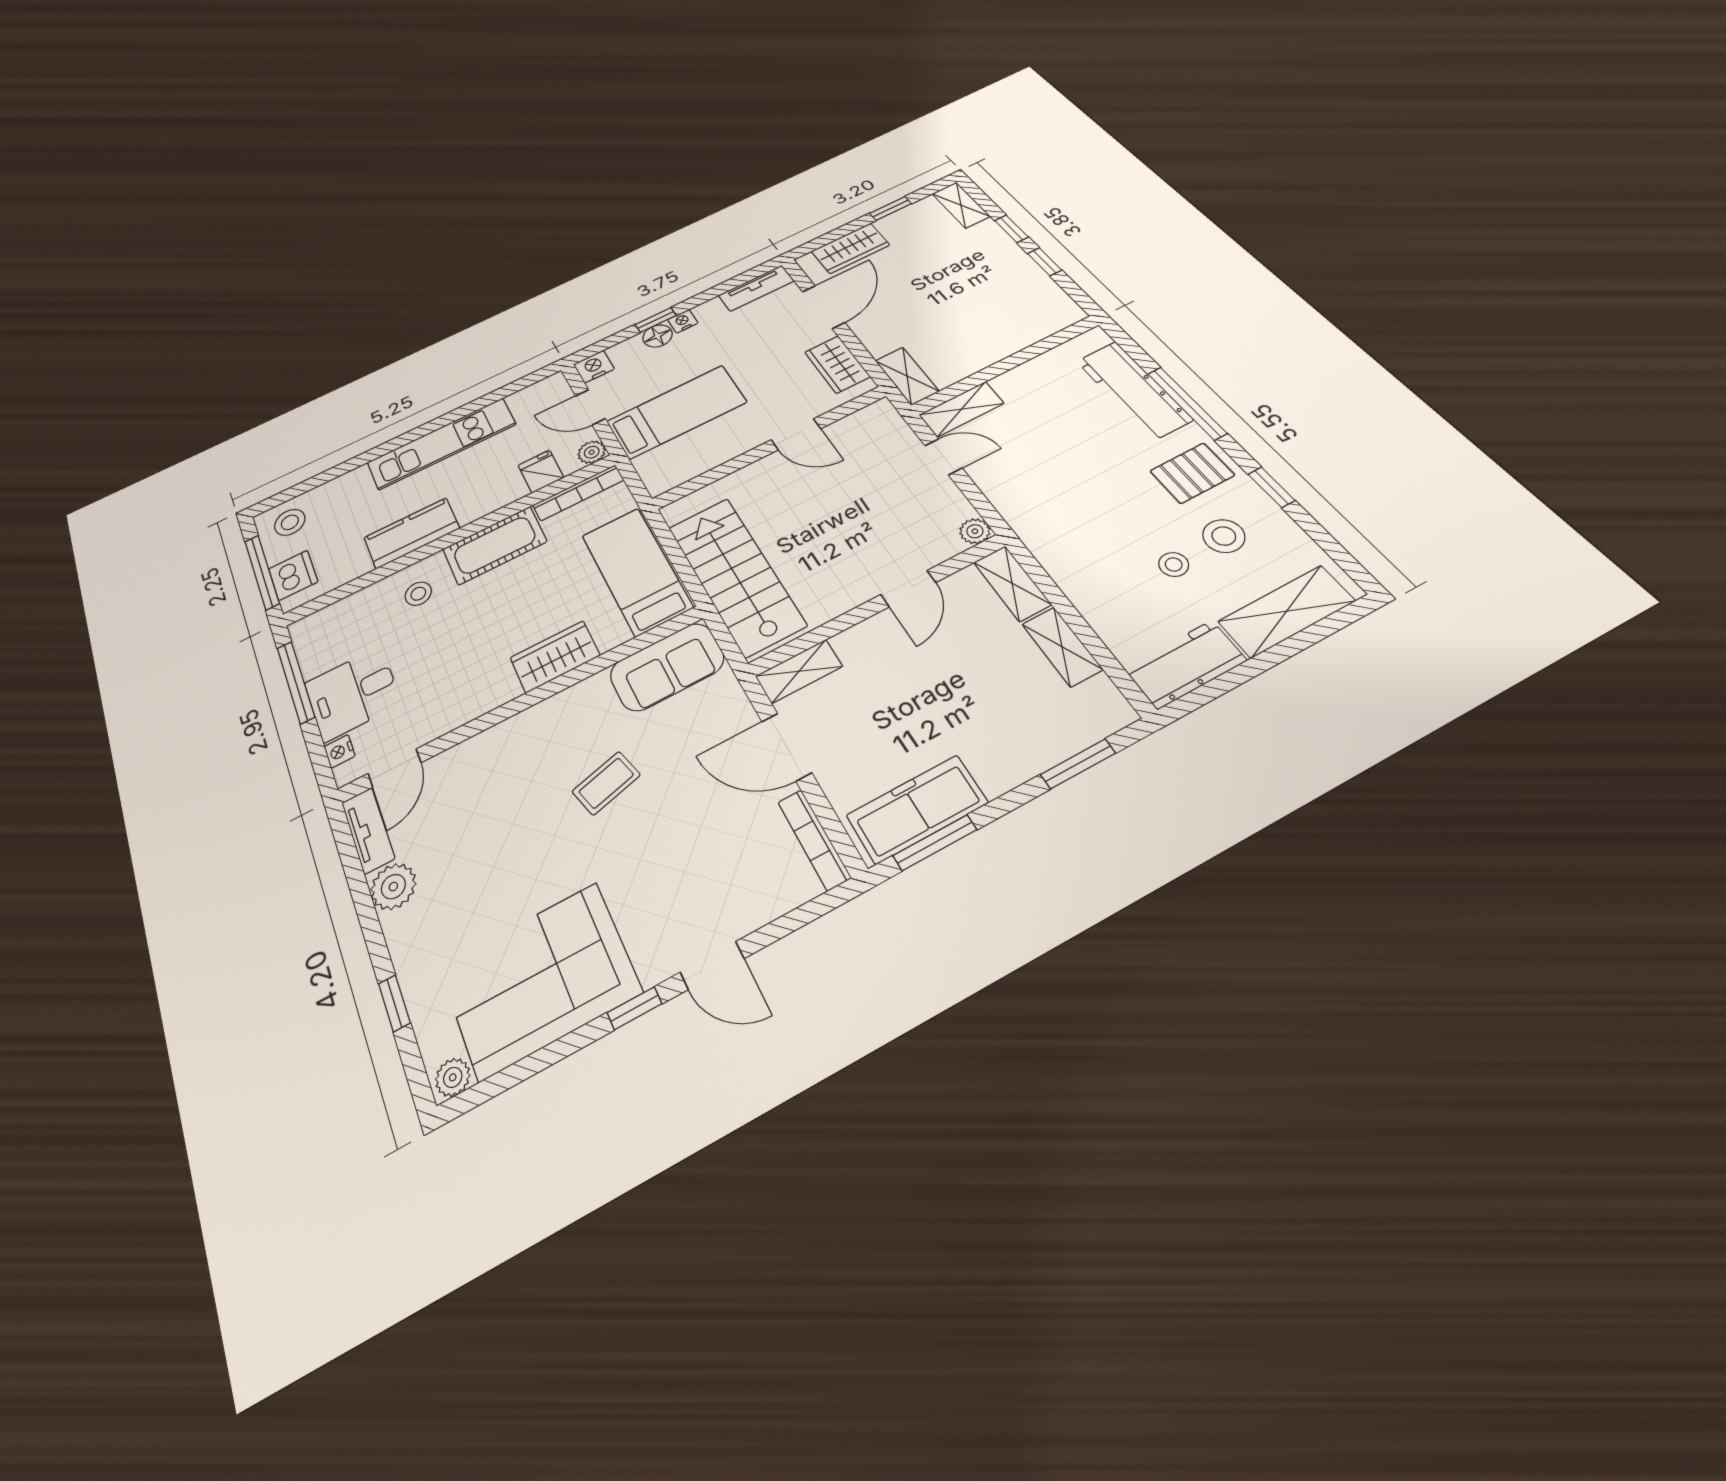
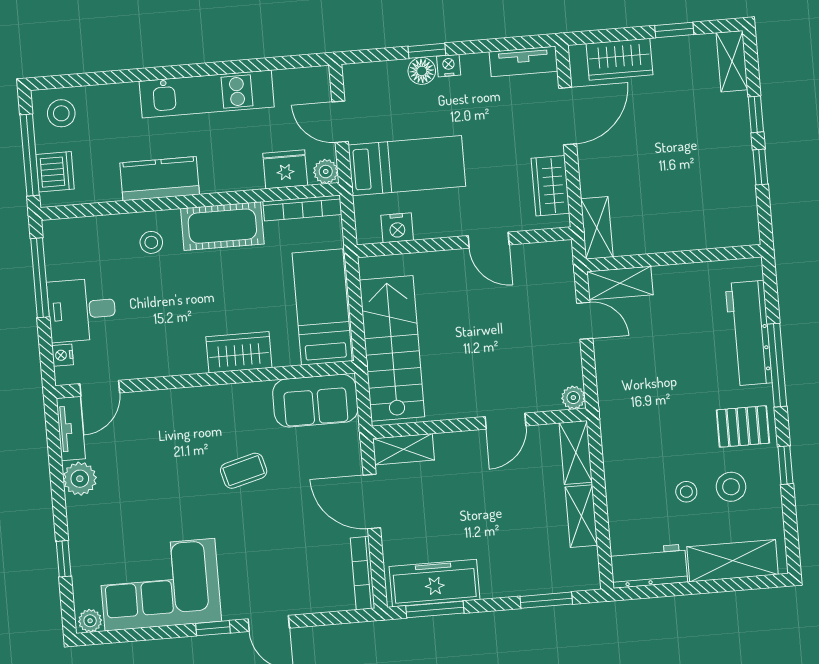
nightstand: (594, 367) -> (397, 228), moved, turned 180
fridge: (541, 471) -> (285, 169), width x1.38

